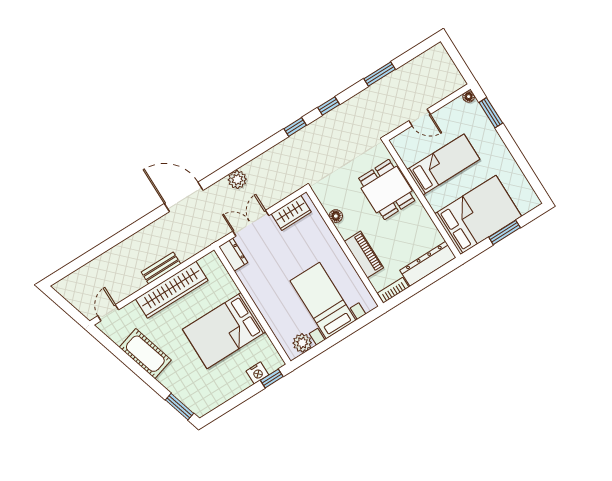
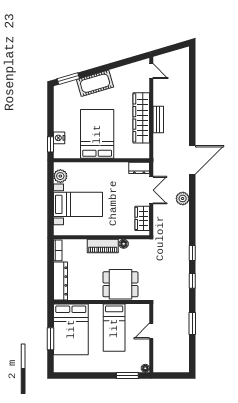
piano: (364, 255) -> (103, 246), moved
cot: (145, 354) -> (95, 83), moved

